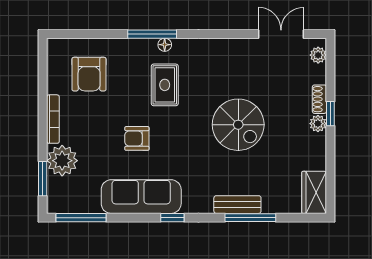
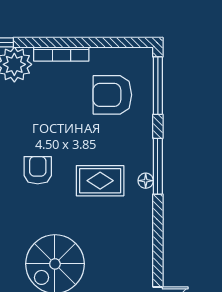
window: (81, 34) -> (158, 86), added
armchair: (137, 138) -> (38, 170), moved

